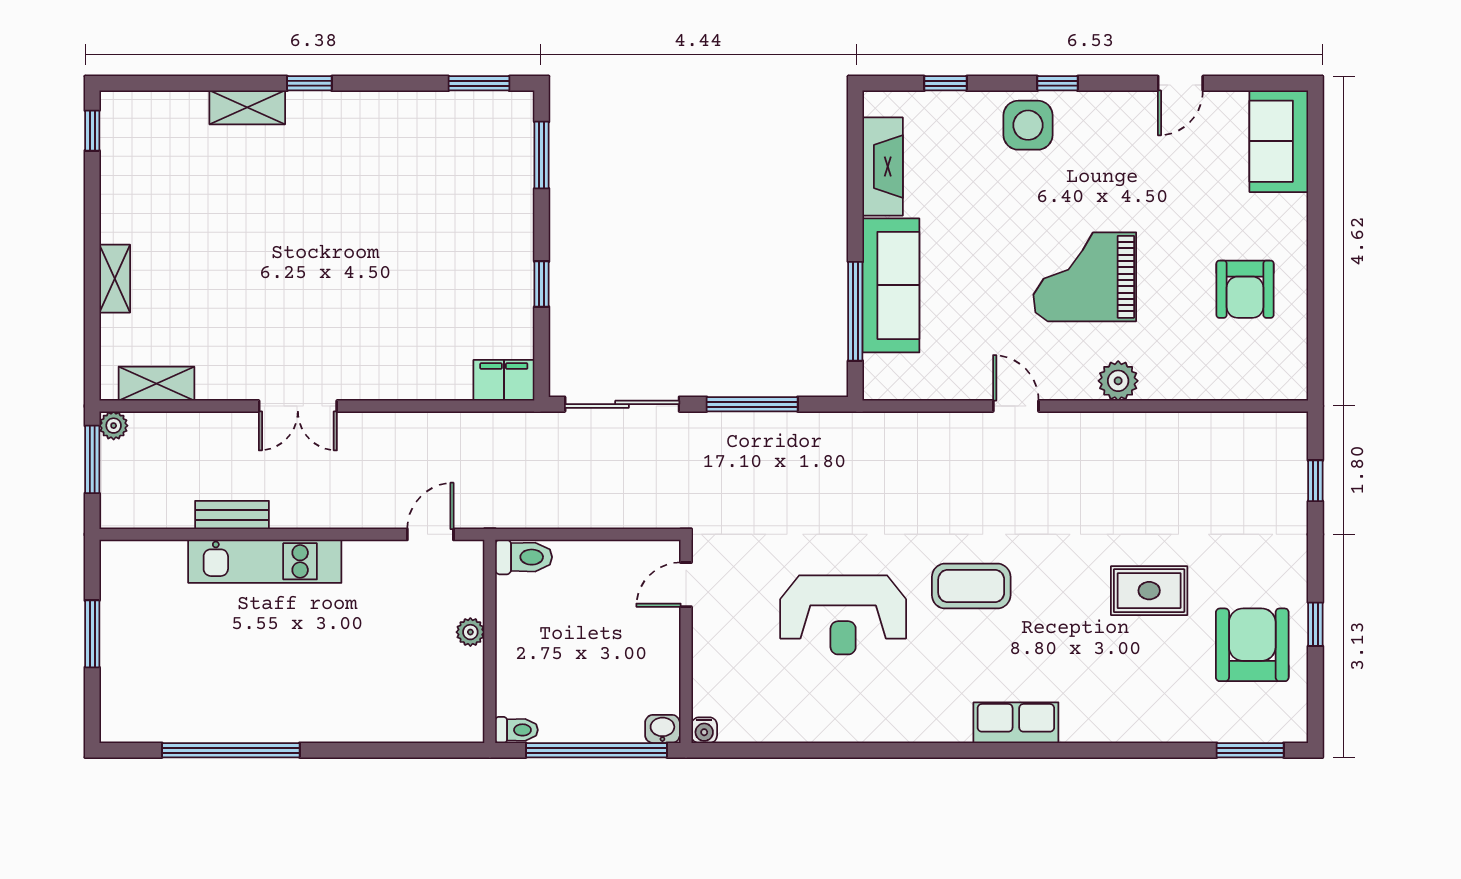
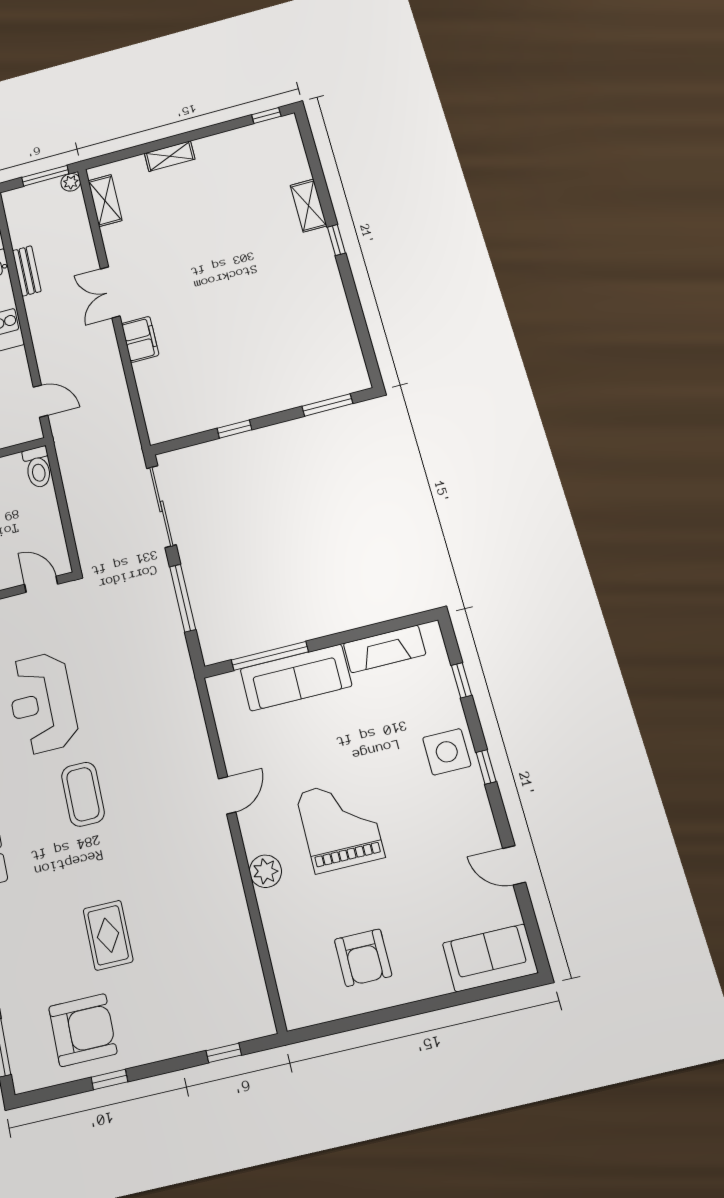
window: (479, 83) -> (367, 350), removed
armchair: (1245, 289) -> (363, 958), turned -90
filing cabinet: (504, 380) -> (140, 339), moved

